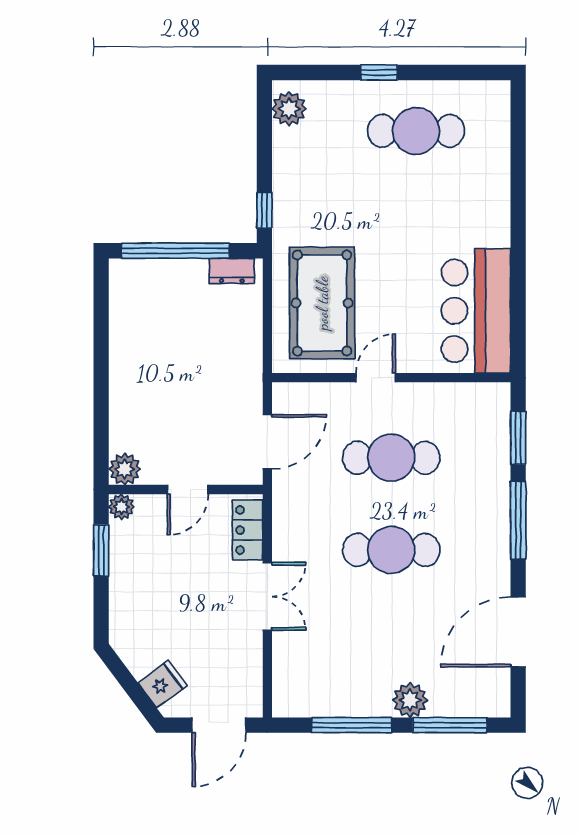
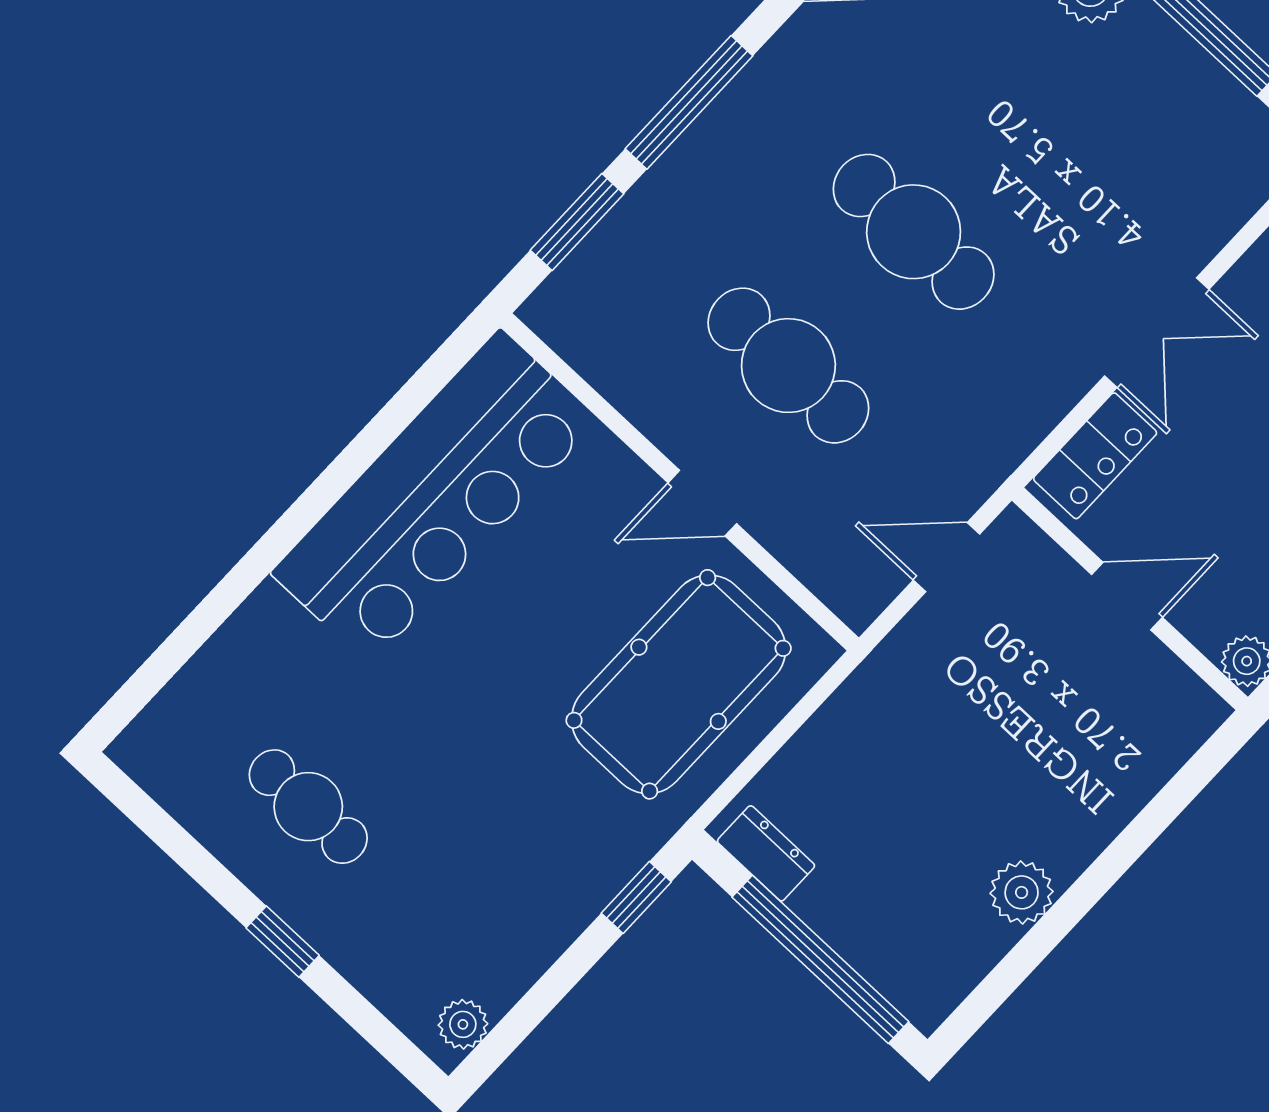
plant: (289, 109) -> (463, 1024), width x0.73, depth x0.73
cafe table: (416, 131) -> (308, 807), width x0.73, depth x0.74
bar counter: (476, 311) -> (435, 497), width x1.36
door: (267, 442) -> (947, 557), width x0.73
plant: (125, 469) -> (1022, 892), moved
double door: (267, 596) -> (1157, 333), swing flipped

